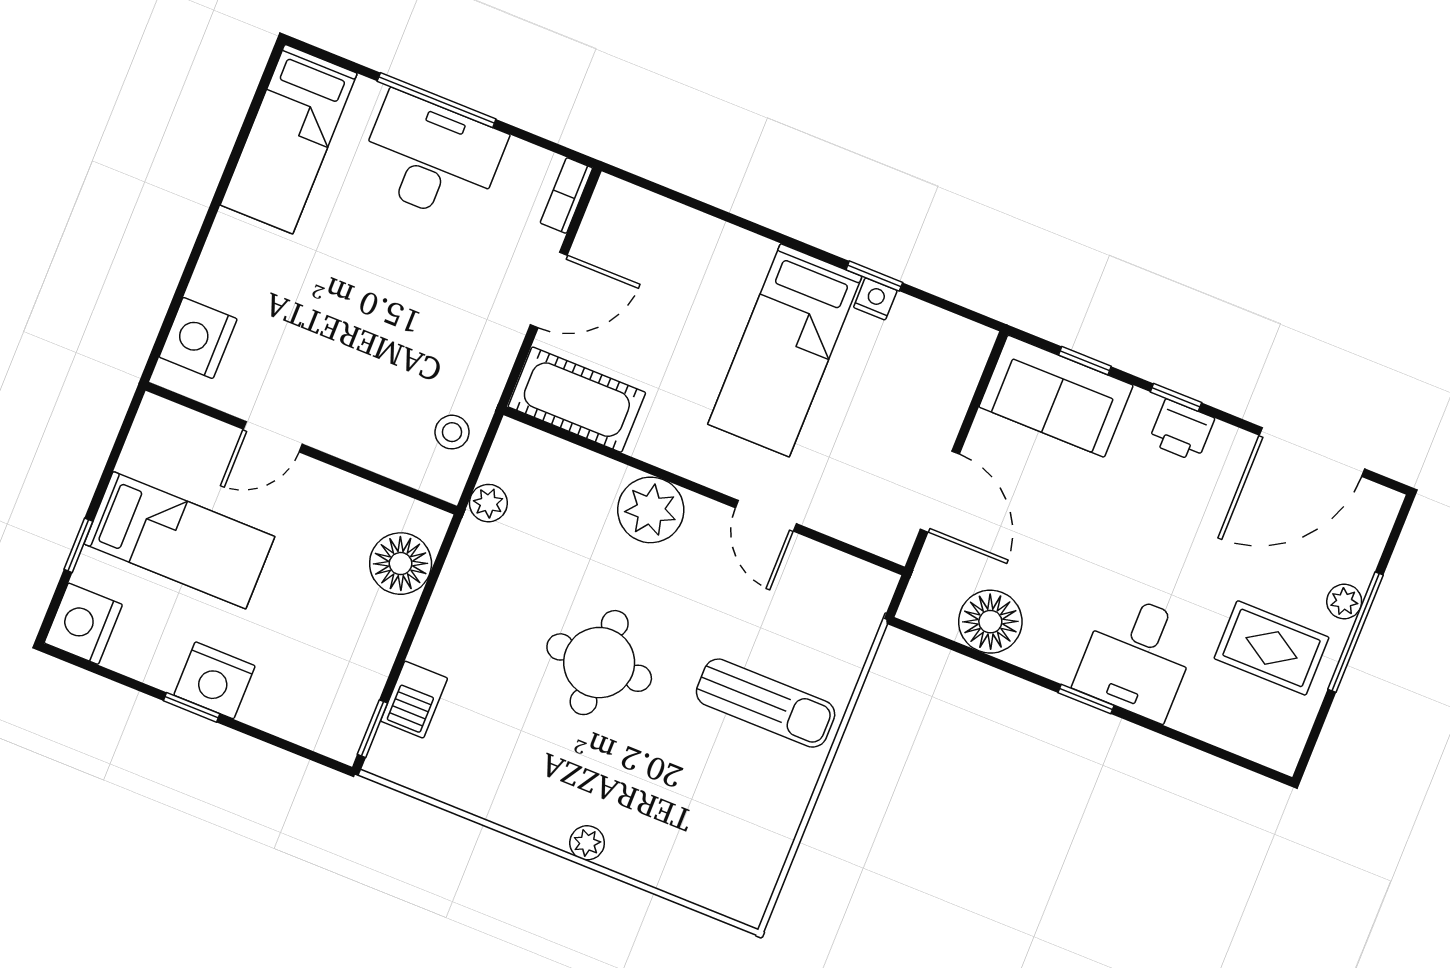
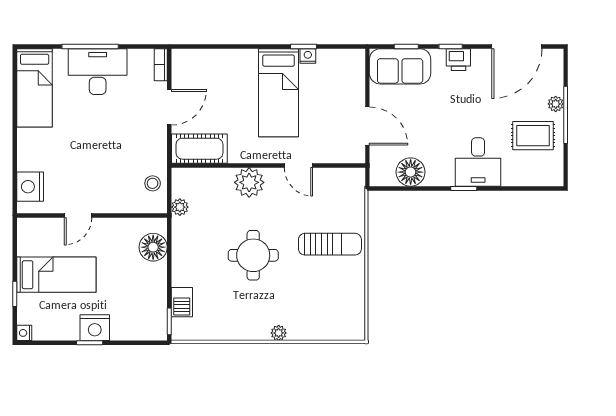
nightstand: (83, 624) -> (24, 333), width x0.53, depth x0.56

